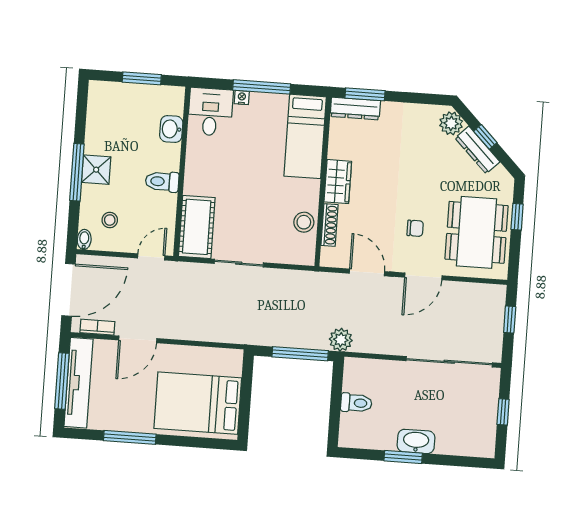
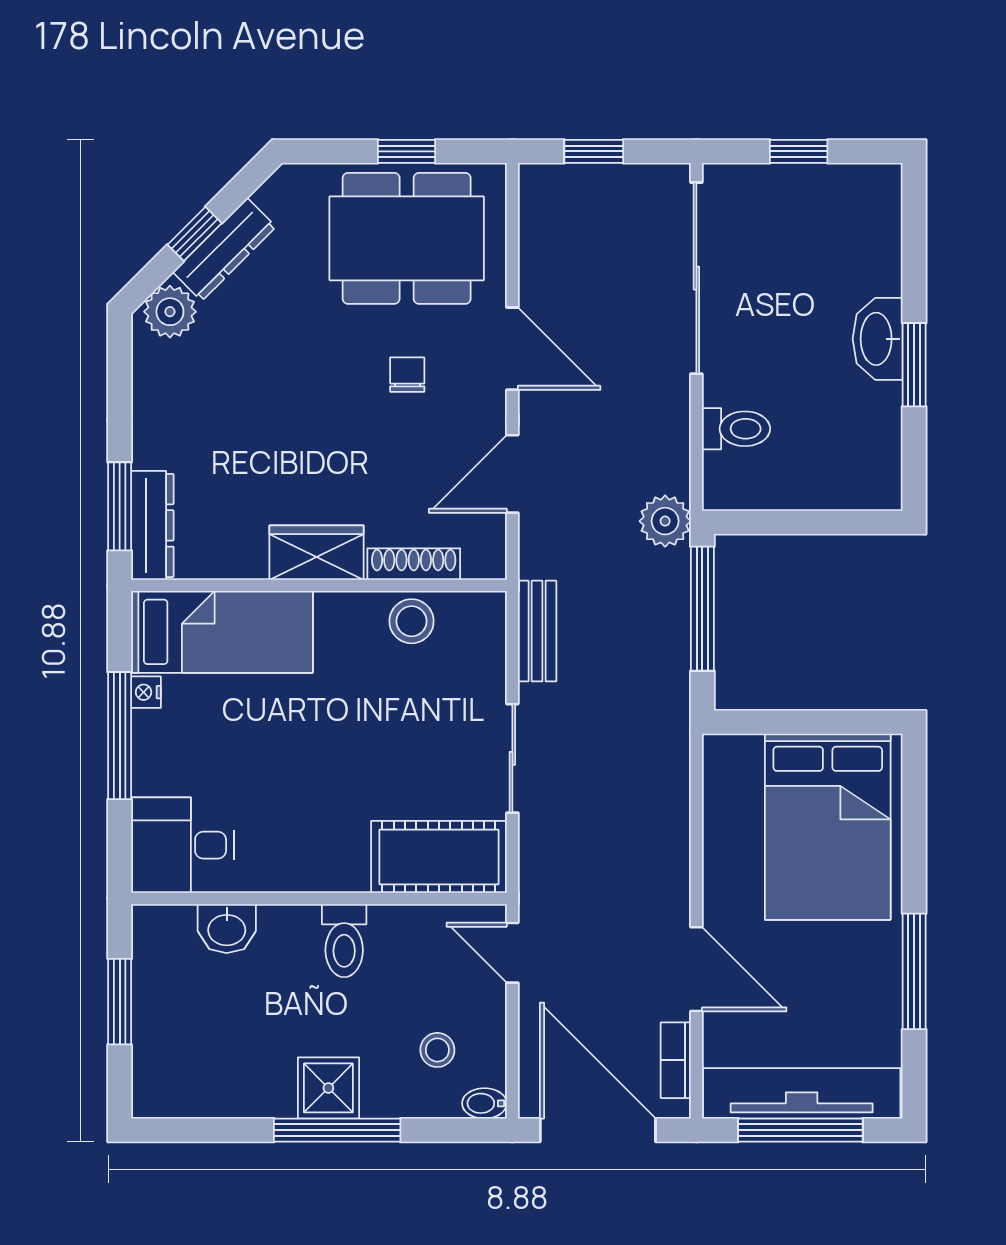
nightstand: (242, 97) -> (146, 692), moved
window: (517, 217) -> (407, 151), moved
bench: (295, 278) -> (537, 631), added
toilet: (356, 403) -> (736, 429), moved, turned 90

